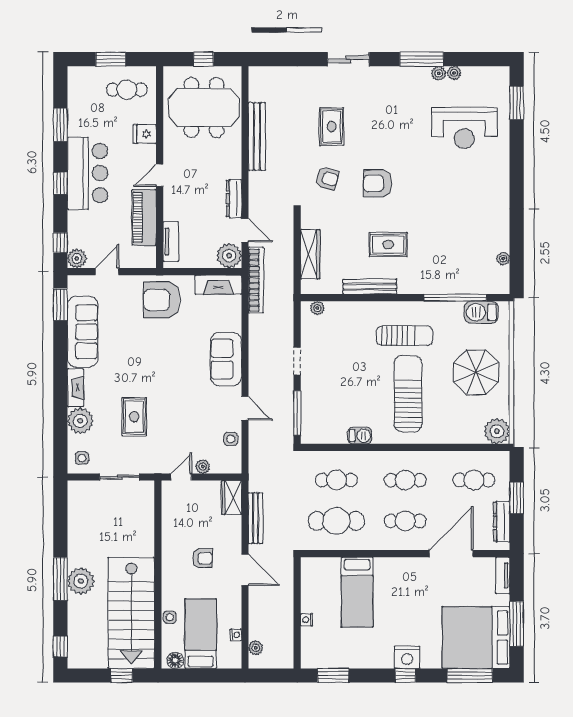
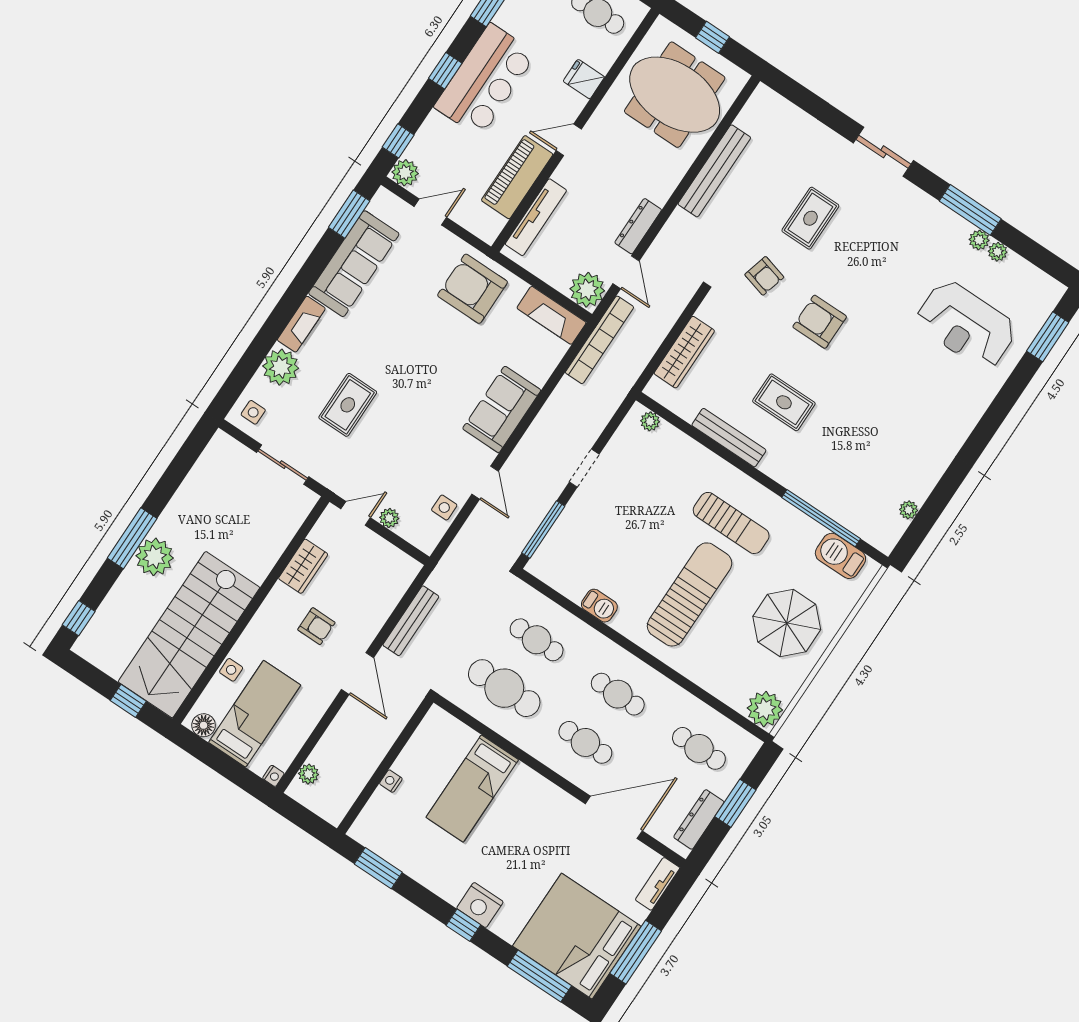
tv unit: (171, 242) -> (536, 217), width x1.41
wardrobe: (232, 498) -> (303, 566), moved, turned 180
nightstand: (236, 635) -> (273, 776), moved

